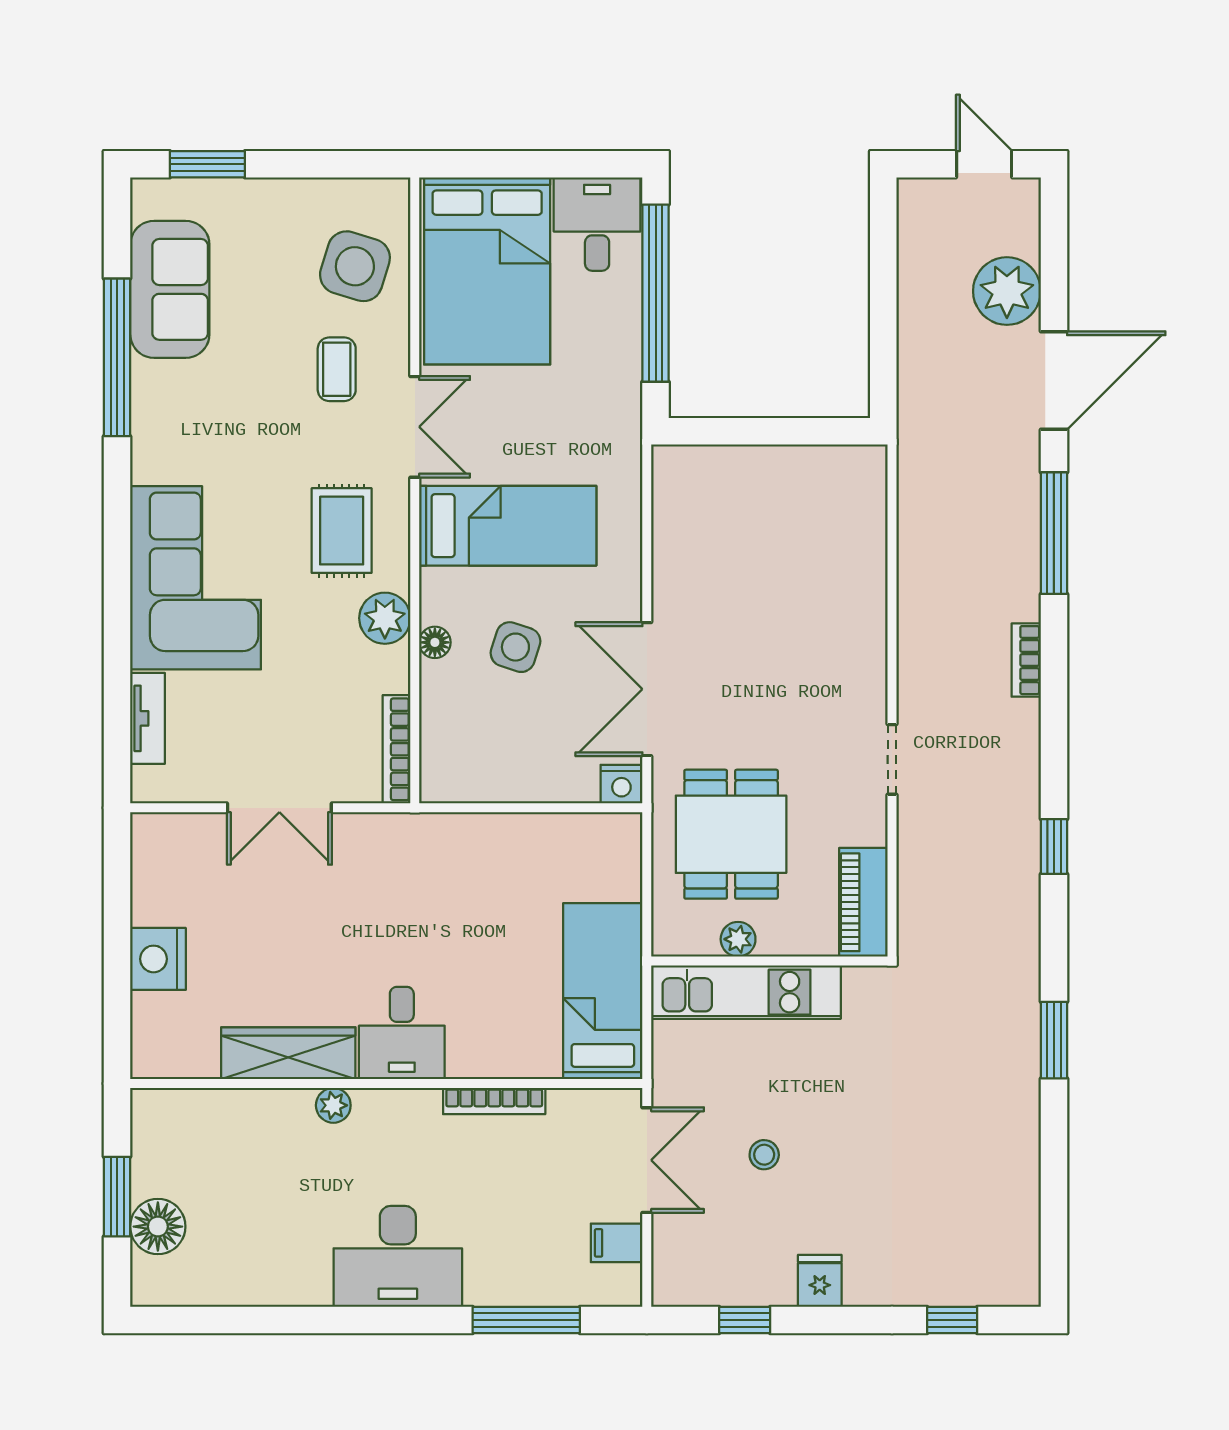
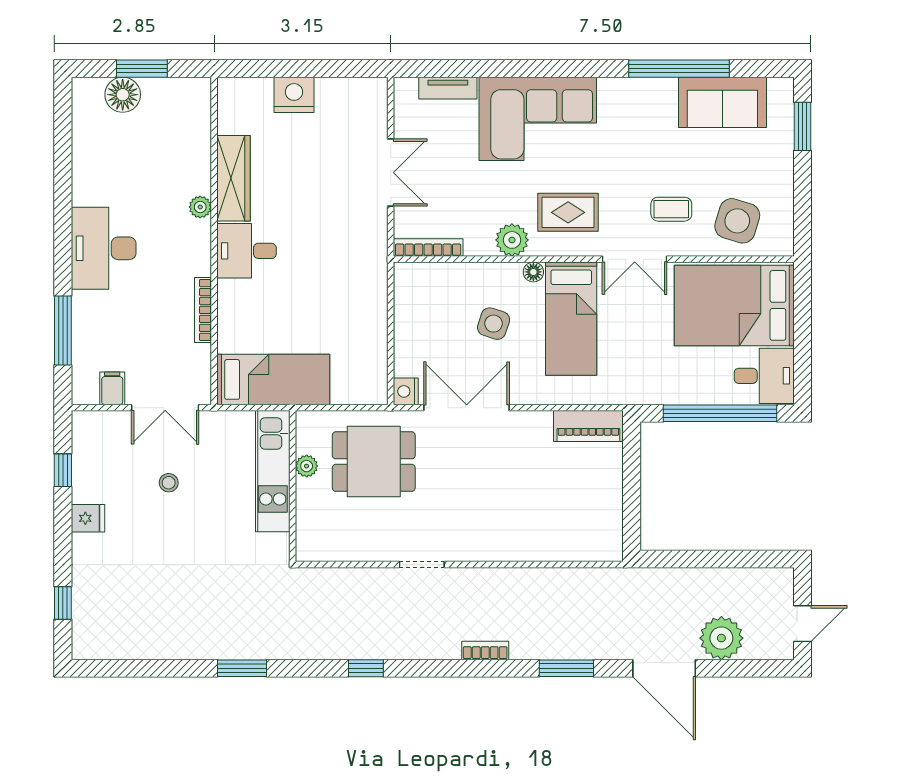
window: (1054, 533) -> (566, 668), width x0.69
floor lamp: (435, 642) -> (533, 272), moved
double door: (279, 808) -> (391, 173), swing flipped
piano: (863, 902) -> (588, 426), moved, turned 180

